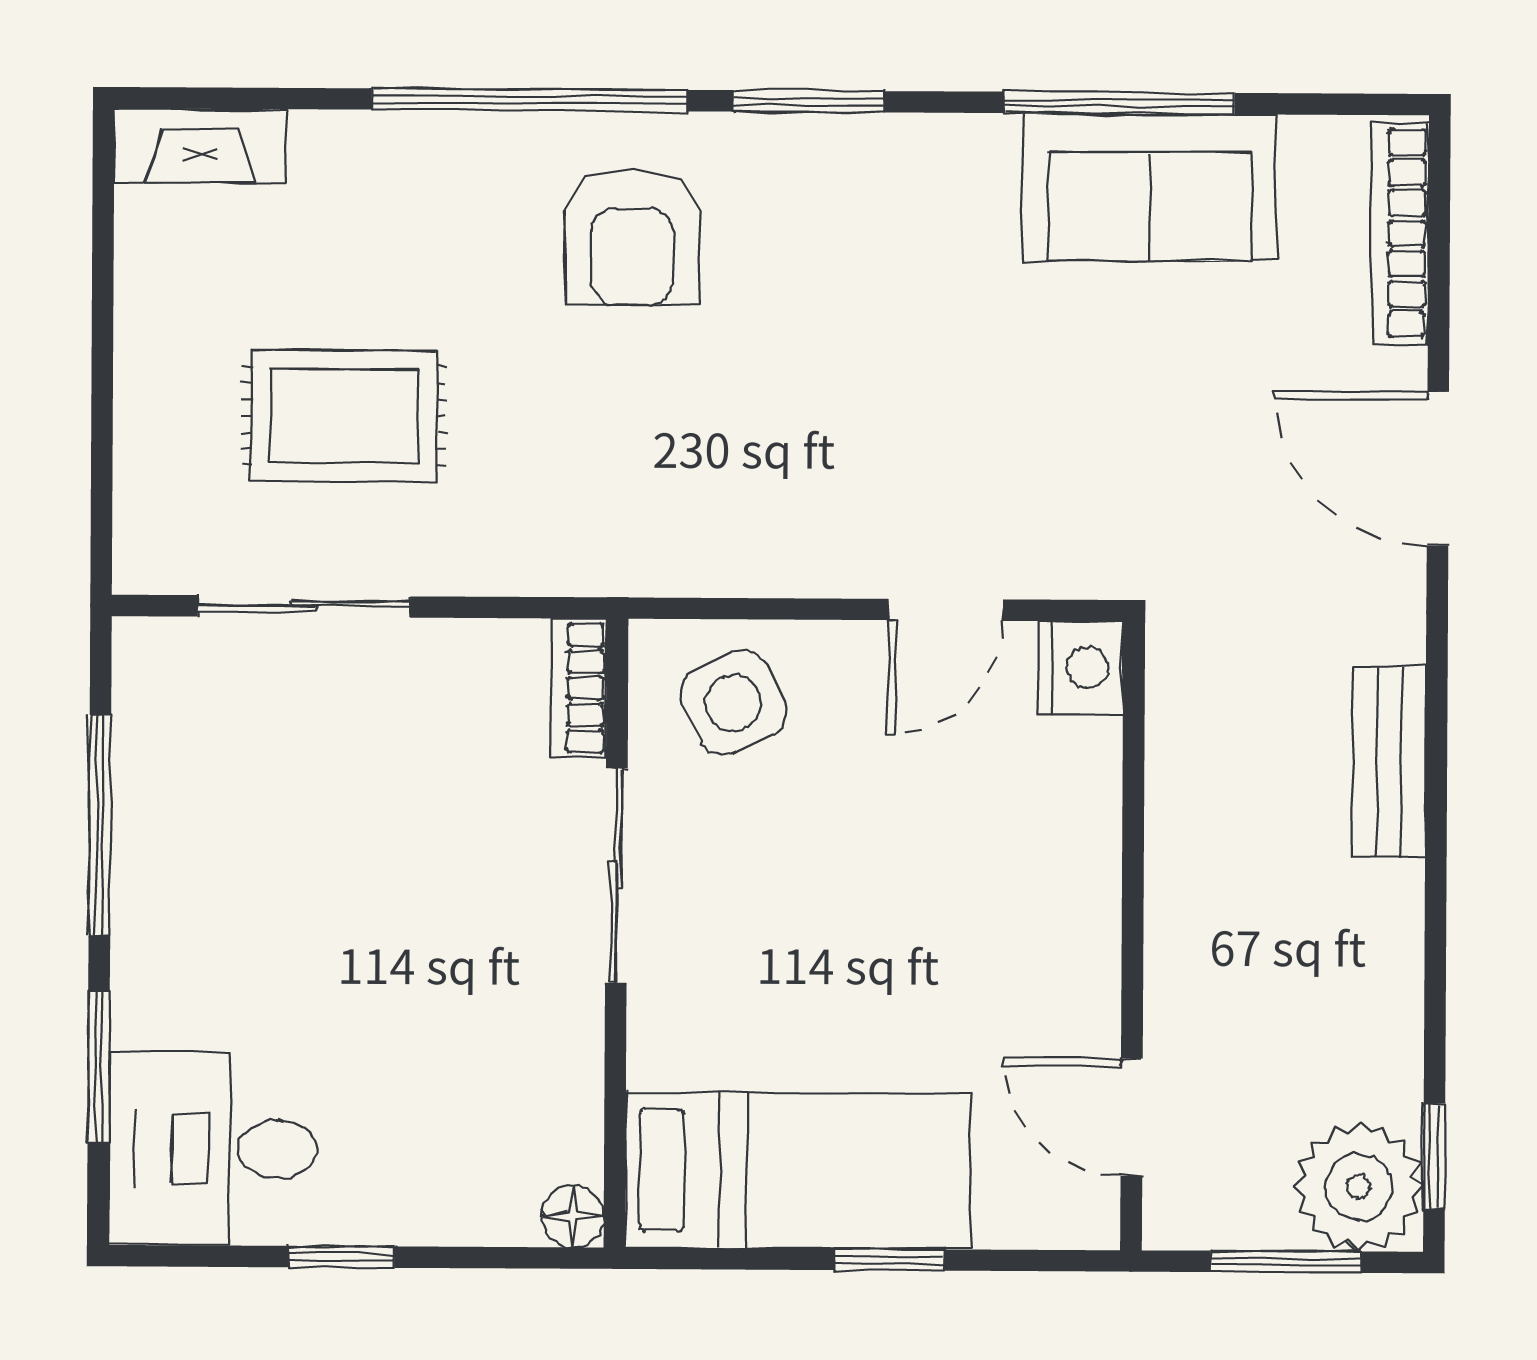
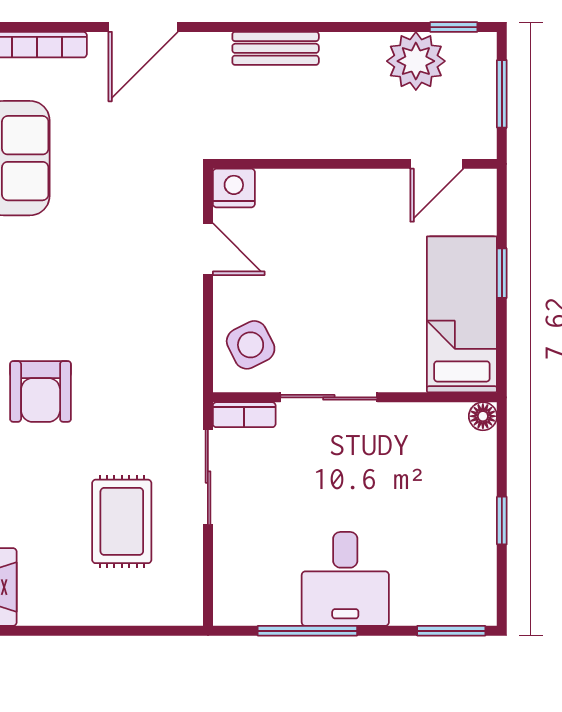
armchair: (633, 238) -> (41, 391), turned 90
sliding door: (304, 606) -> (208, 477), moved
window: (99, 1067) -> (451, 631), moved
desk: (213, 1149) -> (345, 579), moved
plant: (1359, 1187) -> (416, 61), moved

